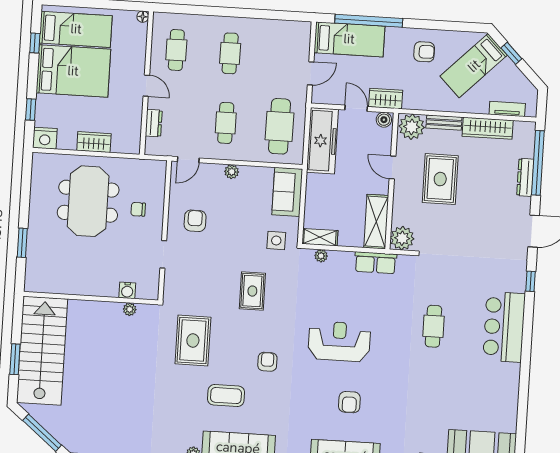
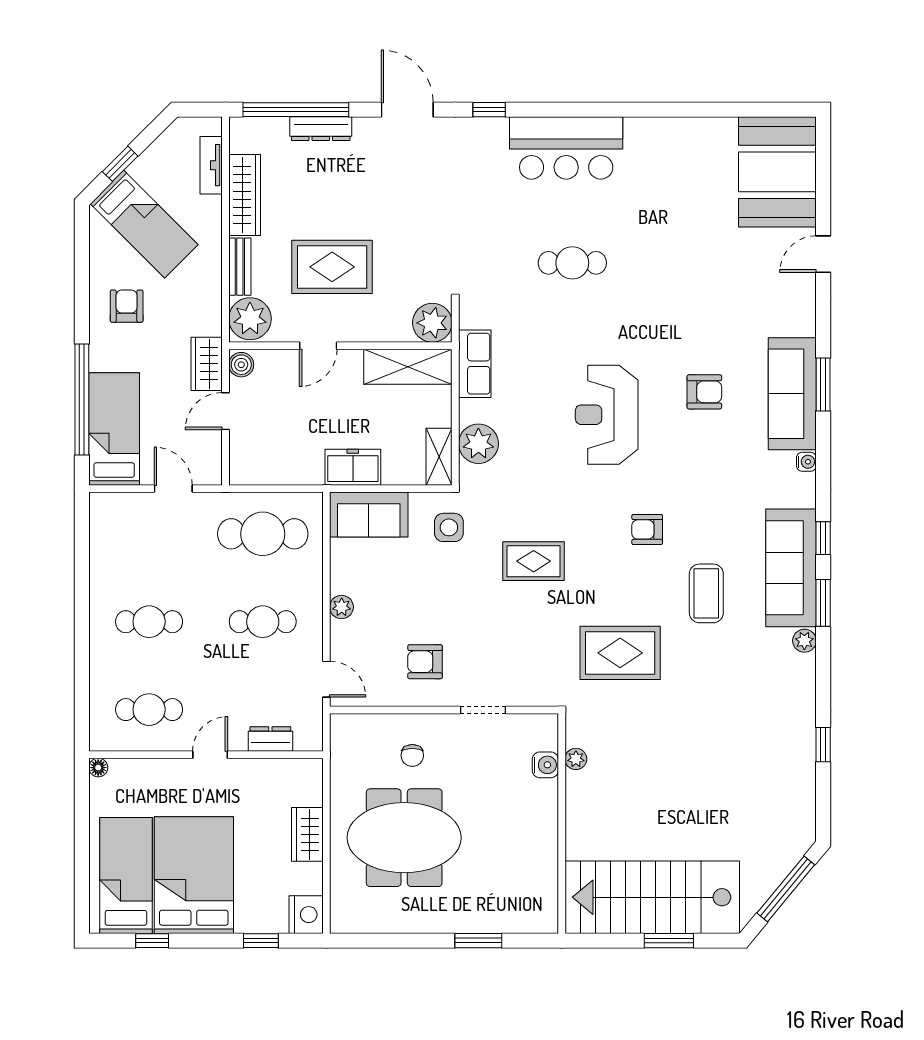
freezer: (322, 141) -> (353, 467), moved, width x0.52, depth x0.79
plant: (321, 256) -> (478, 444), width x1.88, depth x1.88

